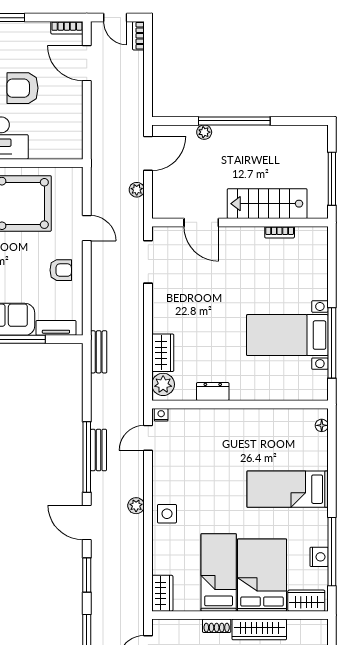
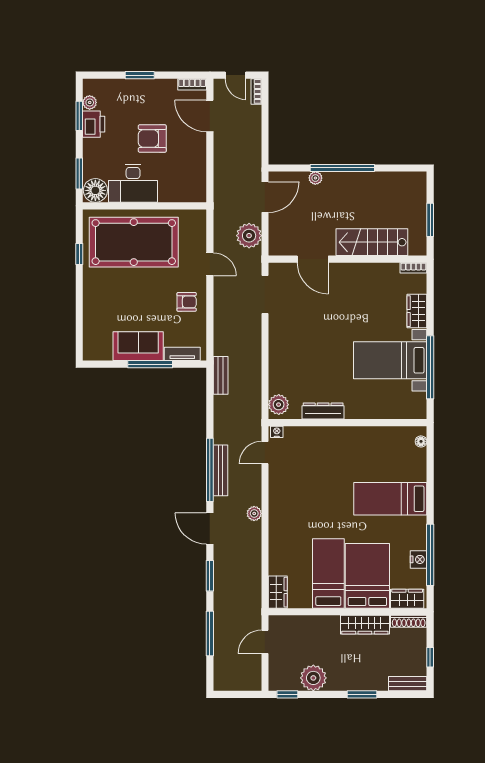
window: (332, 179) -> (430, 220), width x0.69
plant: (137, 190) -> (249, 236), width x1.87, depth x1.87
bookcase: (280, 232) -> (413, 268), moved
wardrobe: (163, 353) -> (417, 311), moved, turned 180
dresser: (213, 392) -> (323, 411), width x1.44
bench: (99, 450) -> (221, 470), width x1.36
side table: (167, 514) -> (282, 521), removed
shoe rack: (217, 626) -> (409, 621), moved, width x1.43

